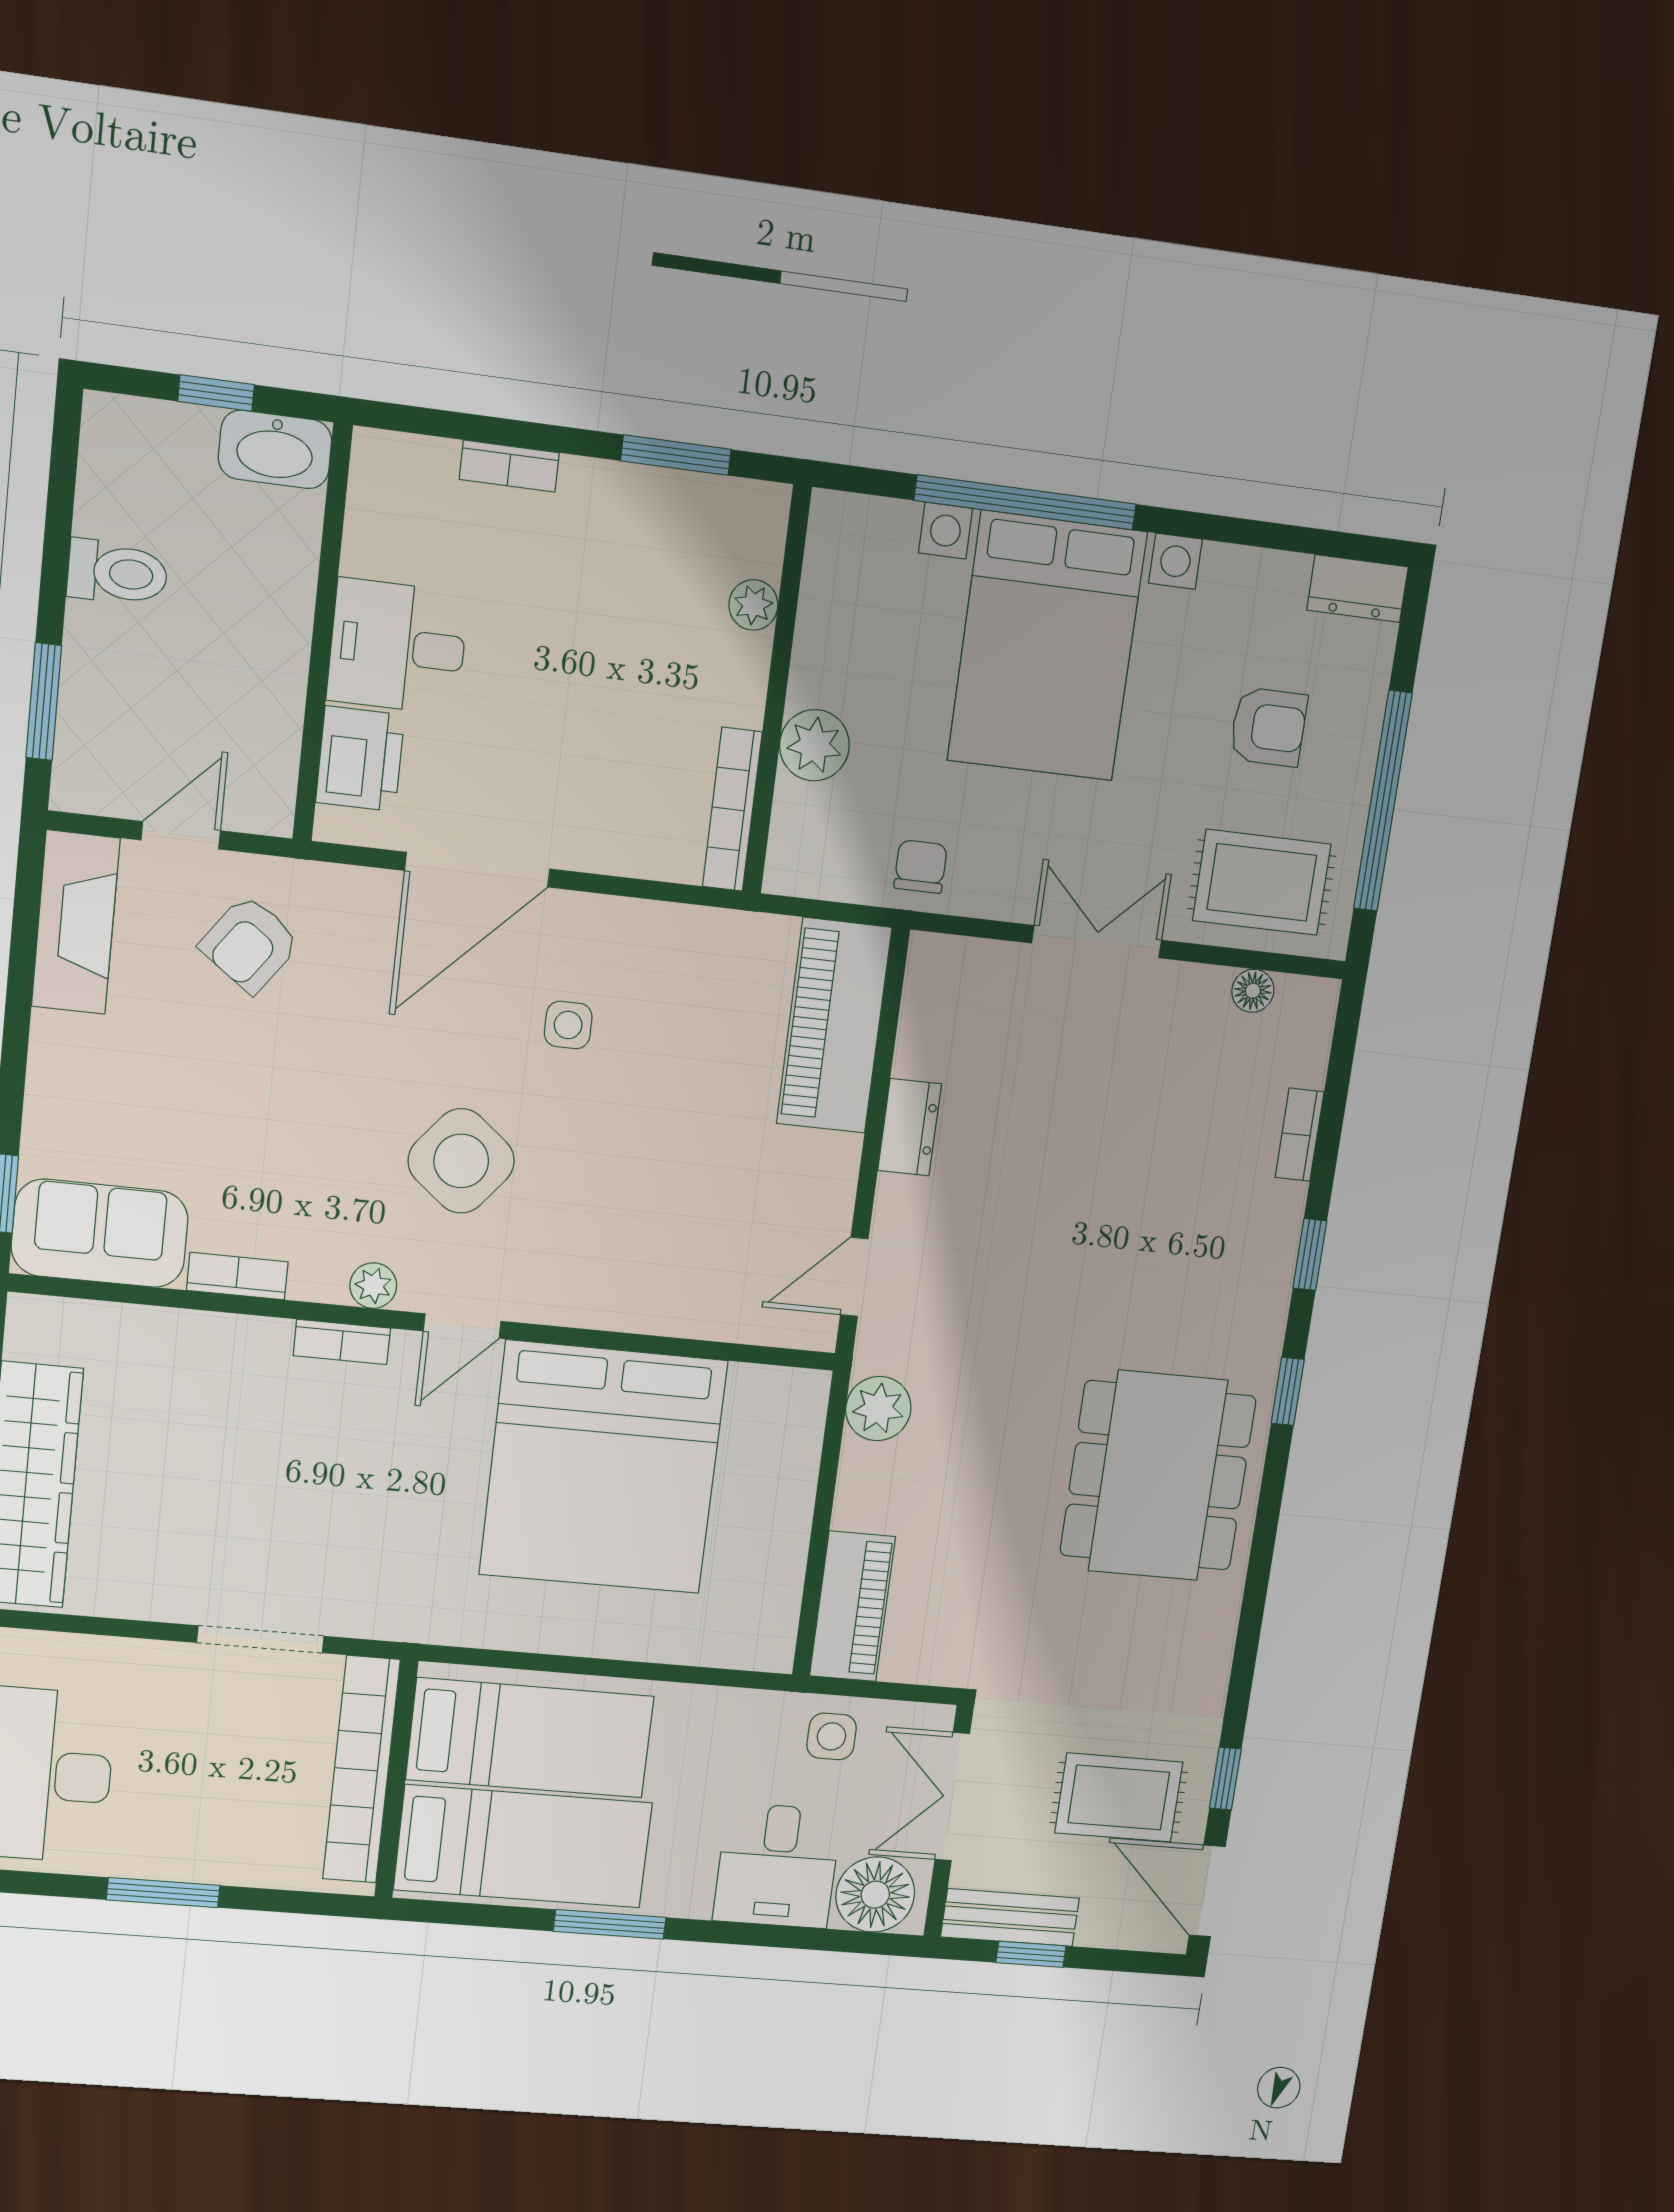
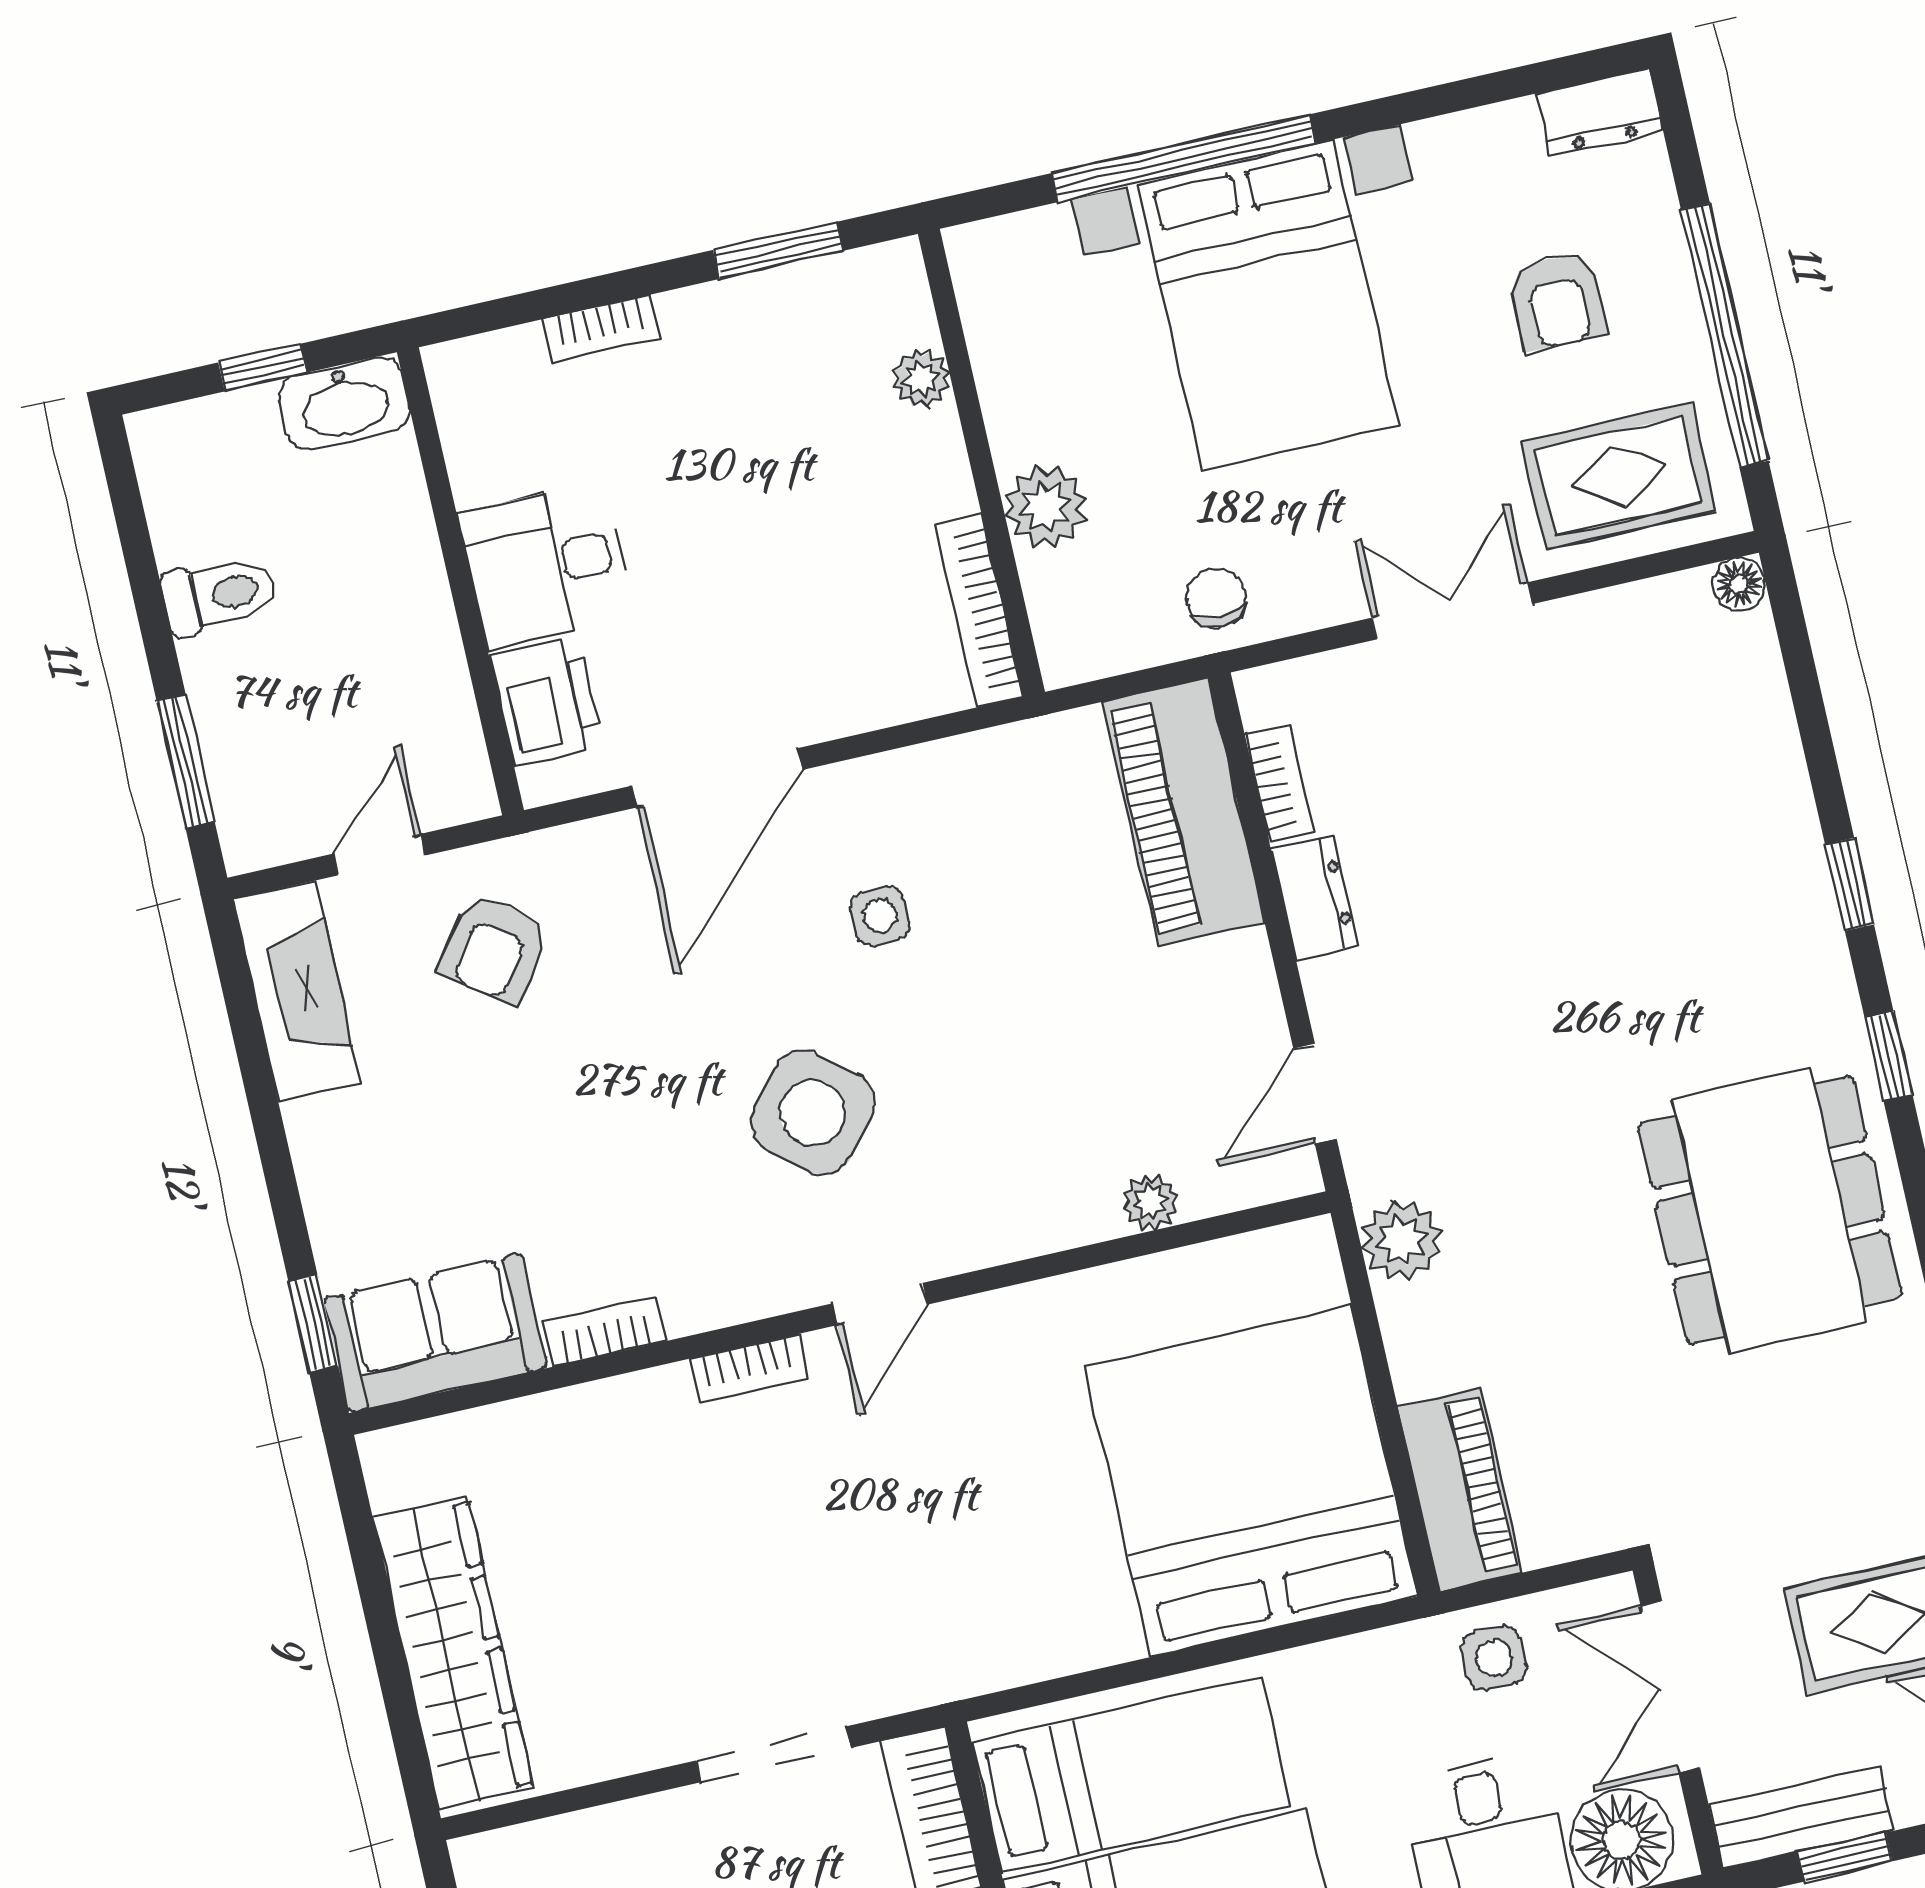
armchair: (1268, 727) -> (1557, 301), turned 90
floor lamp: (1253, 991) -> (1739, 584), moved
bookcase: (1300, 1135) -> (1279, 784), moved, turned 180
plant: (373, 1286) -> (1151, 1202), moved
bed: (603, 1468) -> (1251, 1481), moved, turned 180

